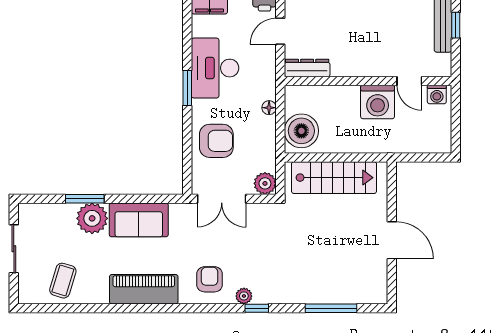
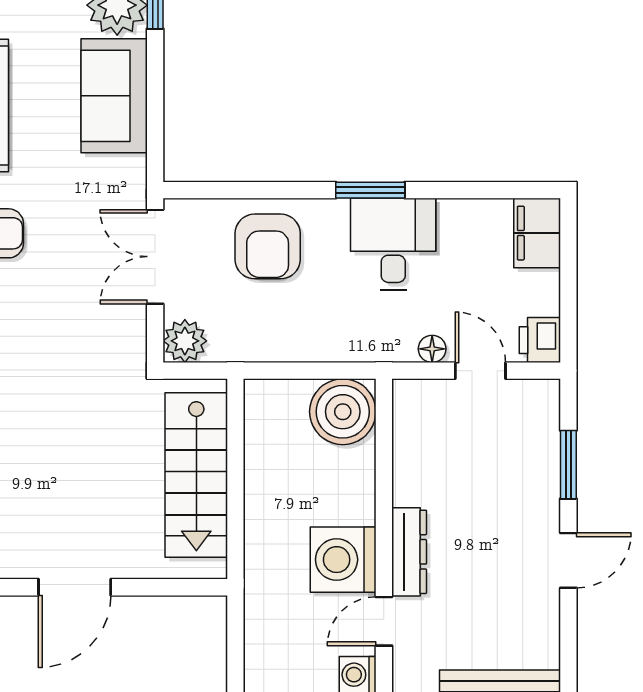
desk: (215, 68) -> (393, 244), width x0.73
dresser: (307, 68) -> (409, 552), moved
floor lamp: (269, 108) -> (432, 349), moved
boiler: (301, 131) -> (343, 412), moved

